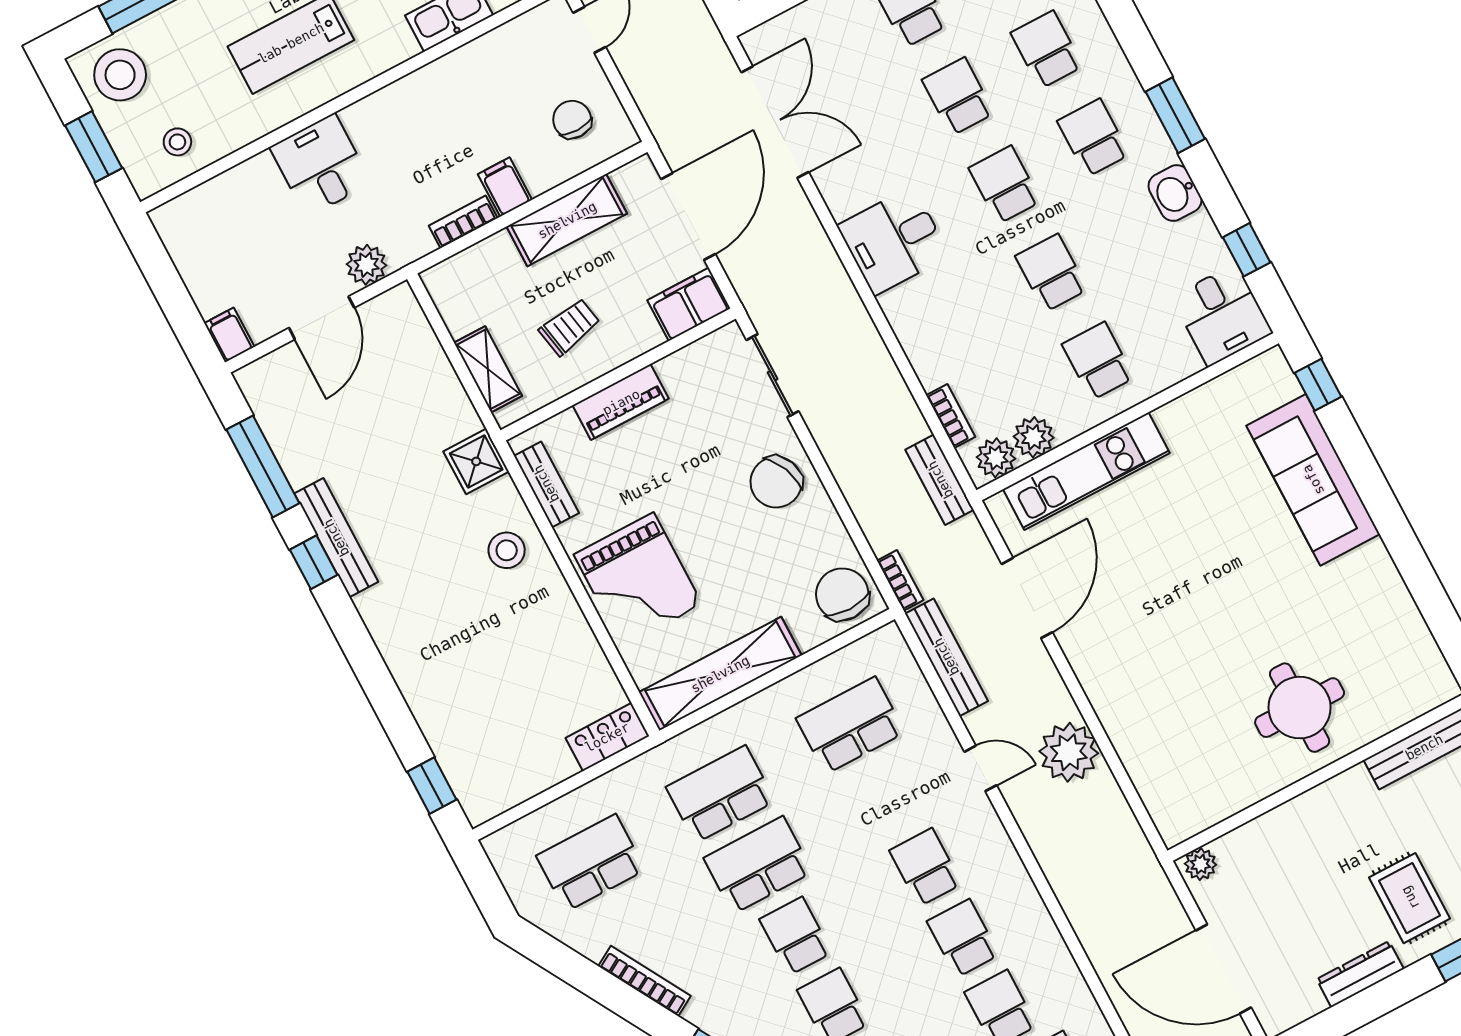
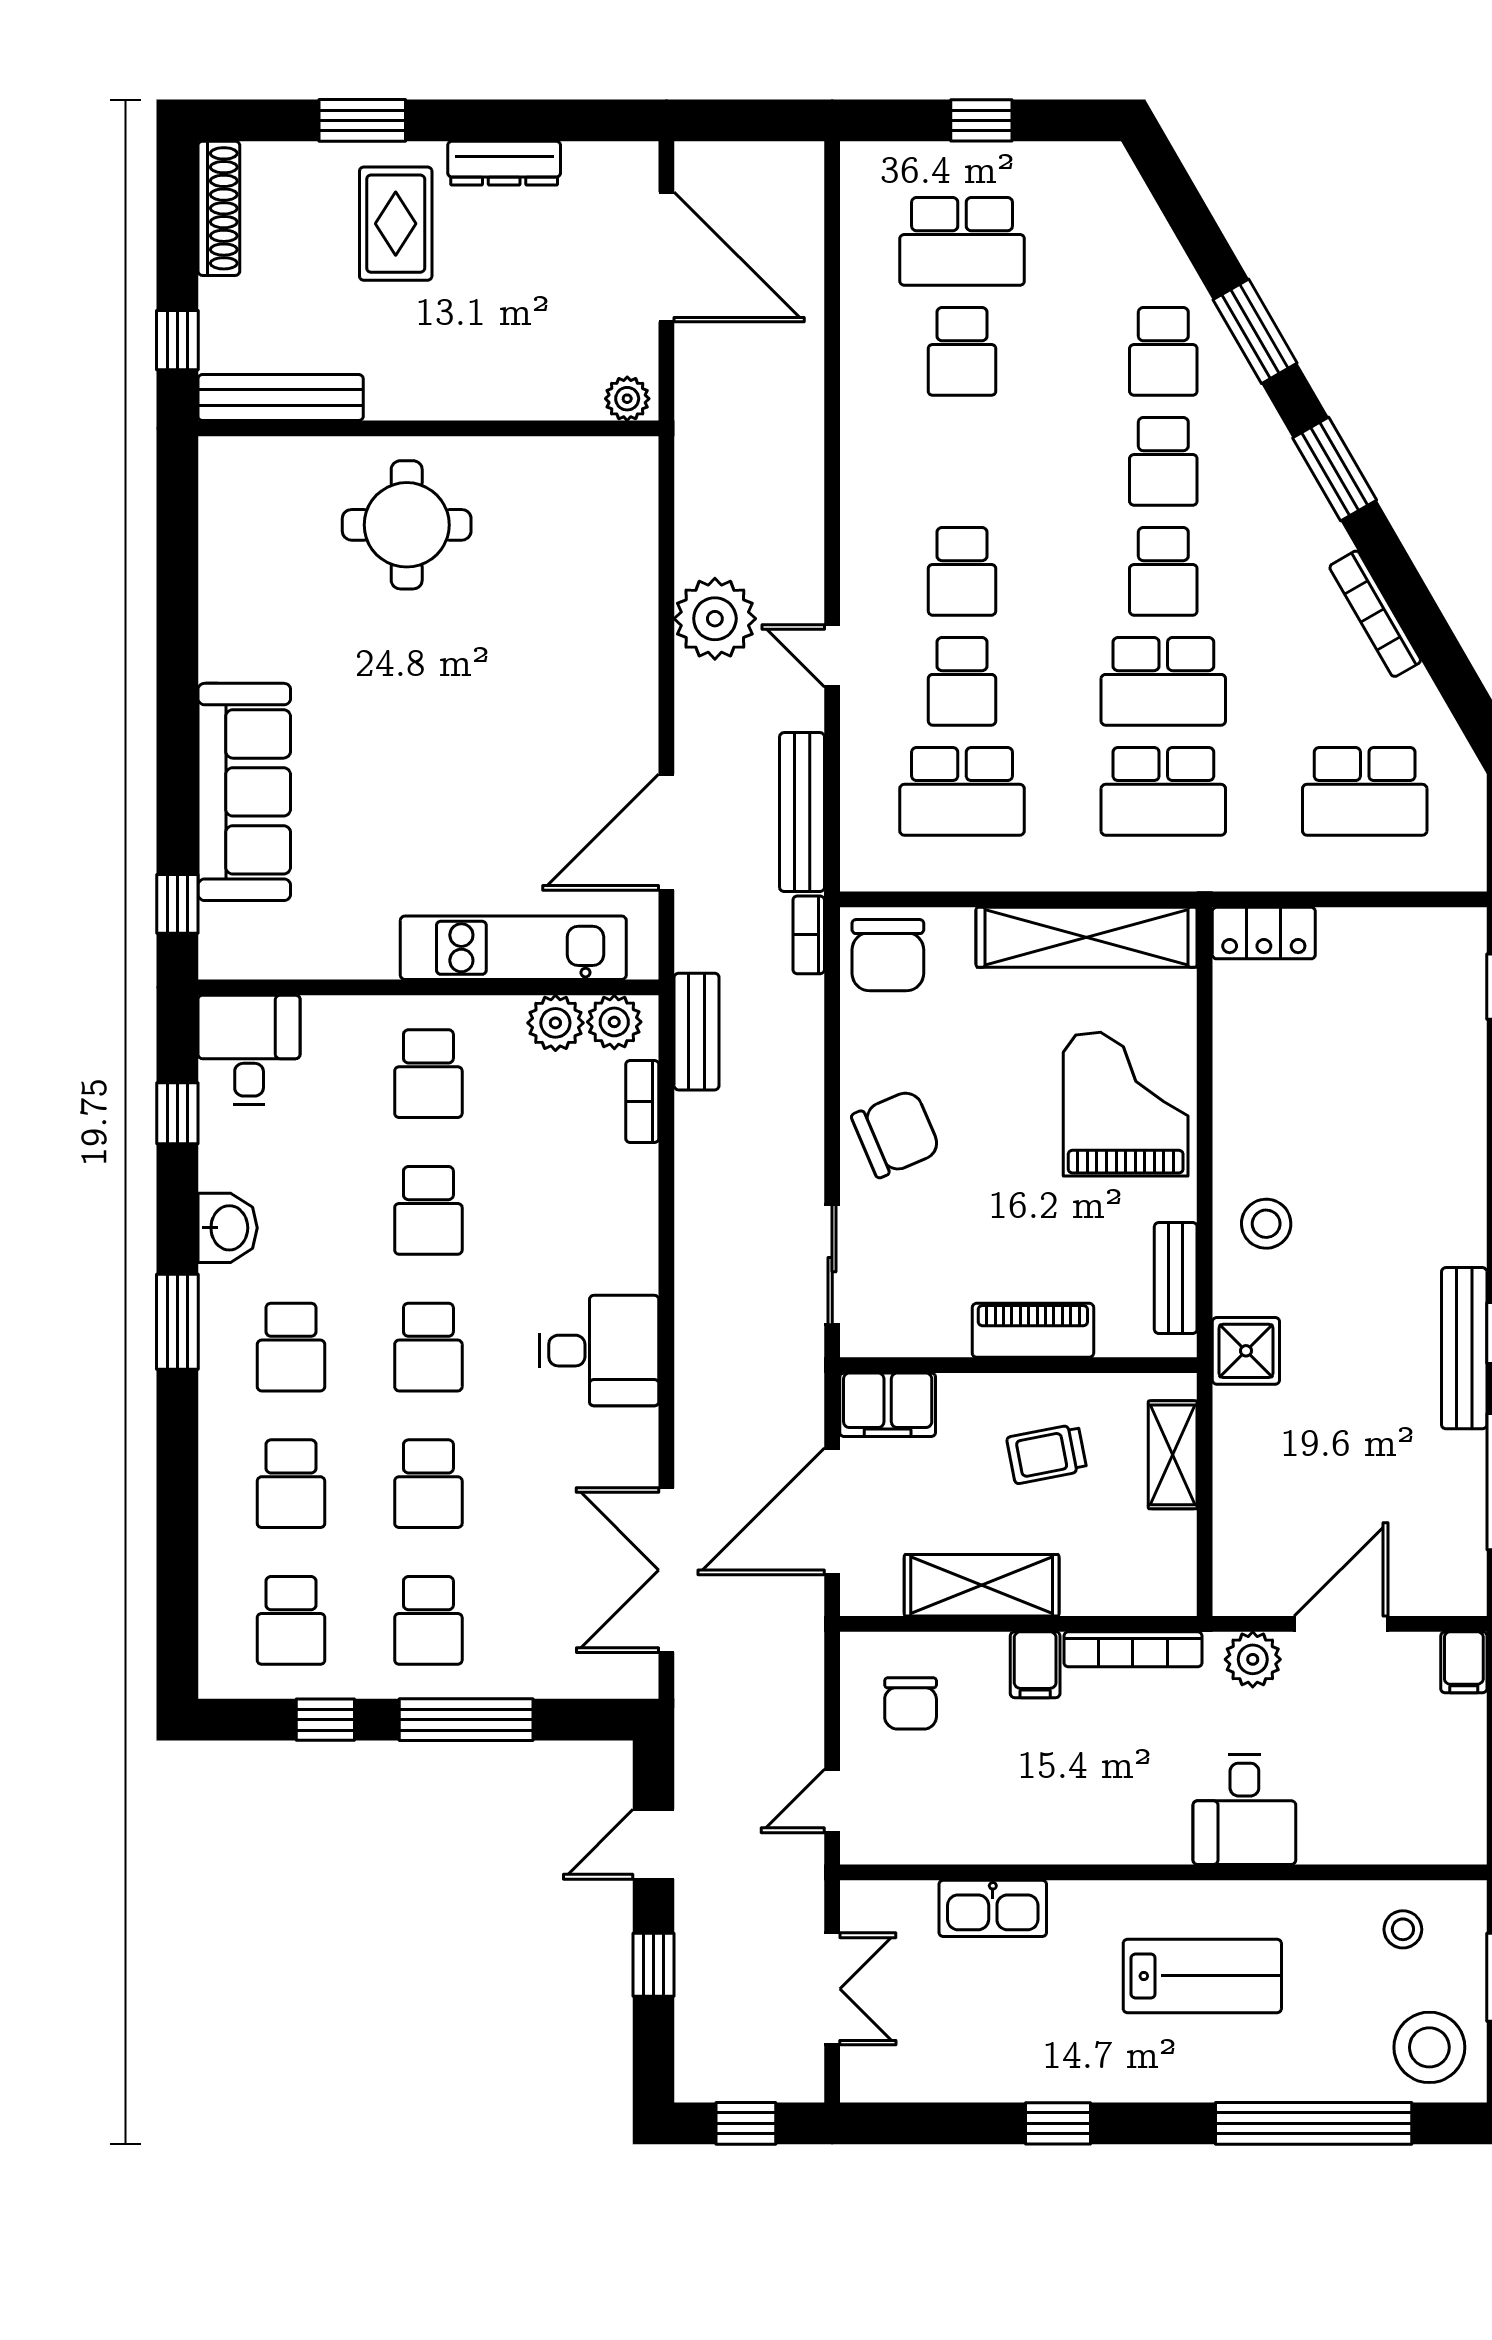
bookcase: (463, 222) -> (1133, 1649), width x1.56
school desk: (963, 938) -> (962, 681), moved

